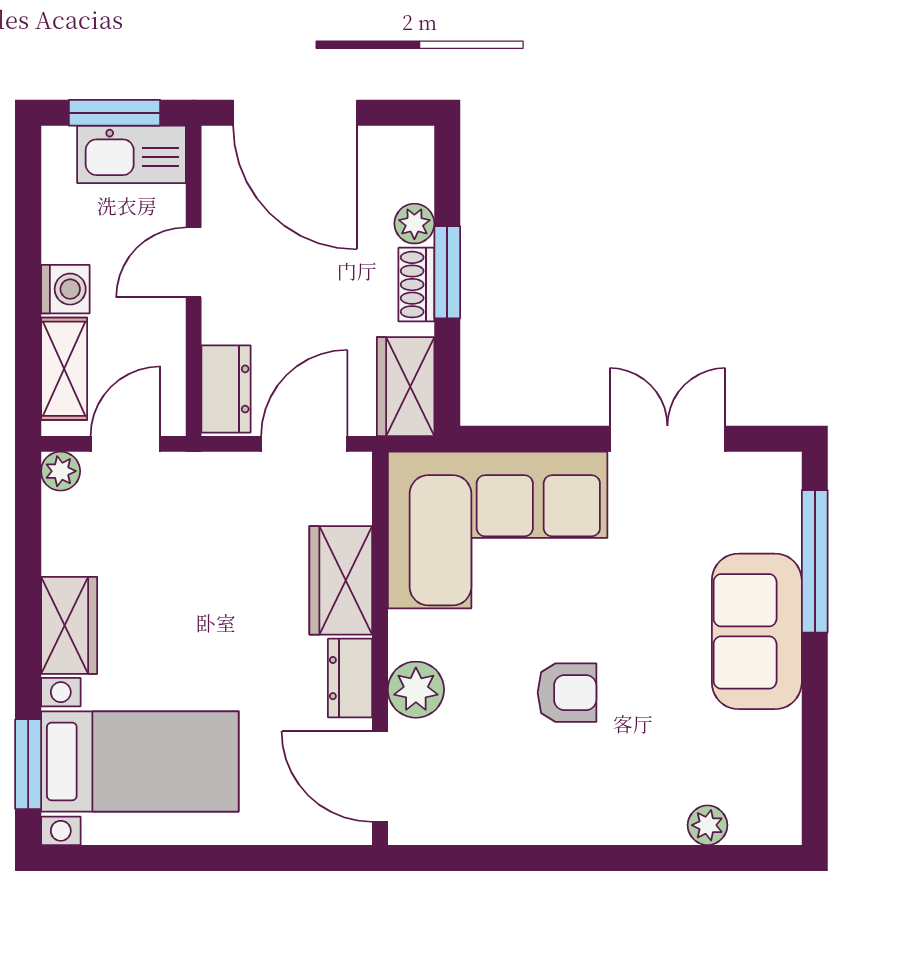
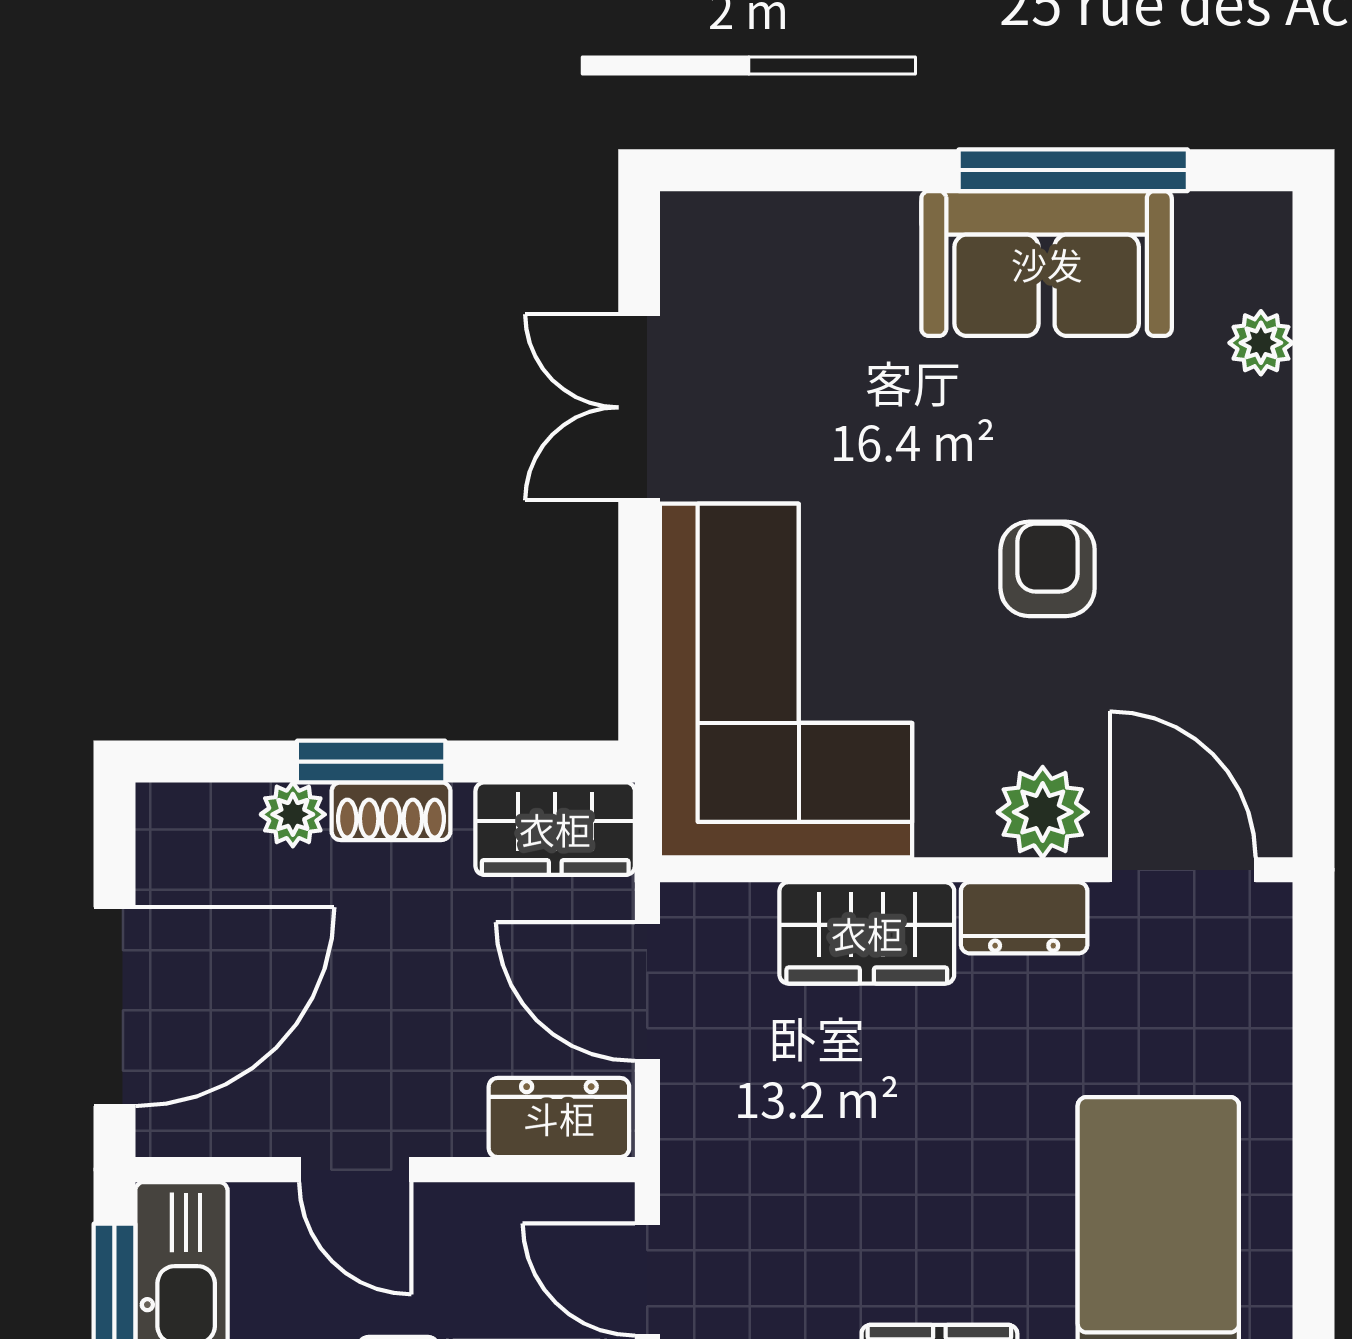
window: (815, 561) -> (1073, 170), moved
sofa: (757, 631) -> (1047, 264), moved
door: (380, 776) -> (1183, 870), swing flipped

